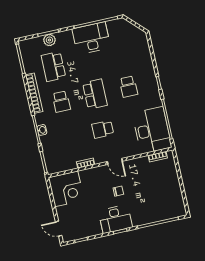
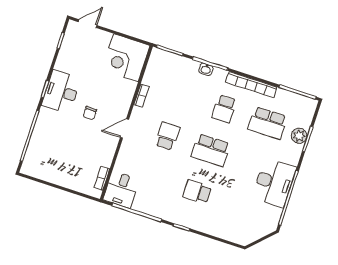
school desk: (53, 67) -> (268, 123), turned 180
school desk: (61, 102) -> (224, 109), turned -90
desk: (152, 130) -> (121, 190), width x0.53, depth x0.77

